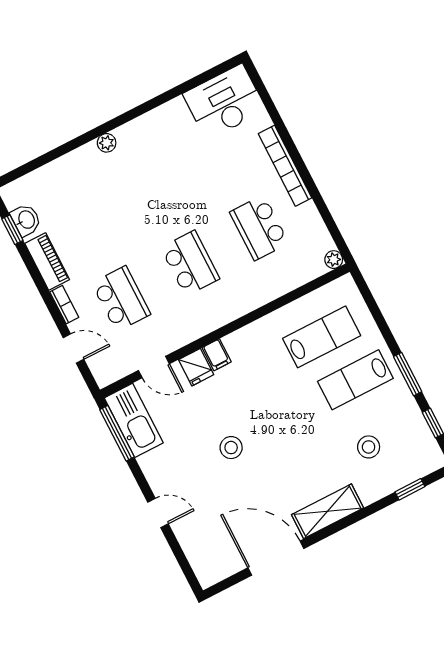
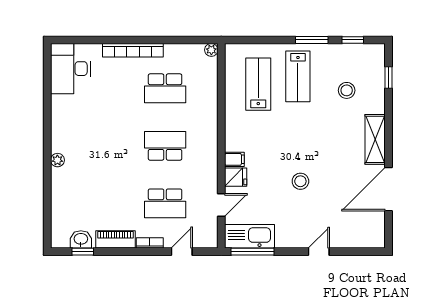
school desk: (121, 299) -> (165, 203), turned 180

